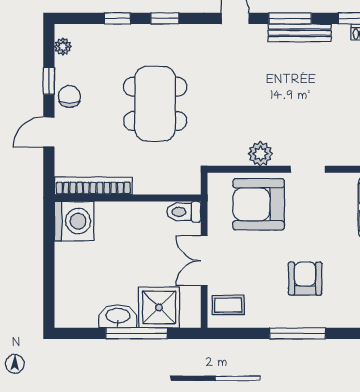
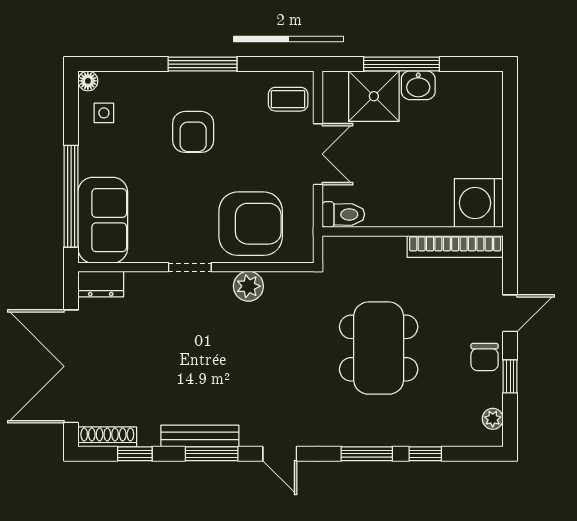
window: (165, 18) -> (367, 454), width x1.50
washbasin: (118, 316) -> (418, 85), width x0.72

